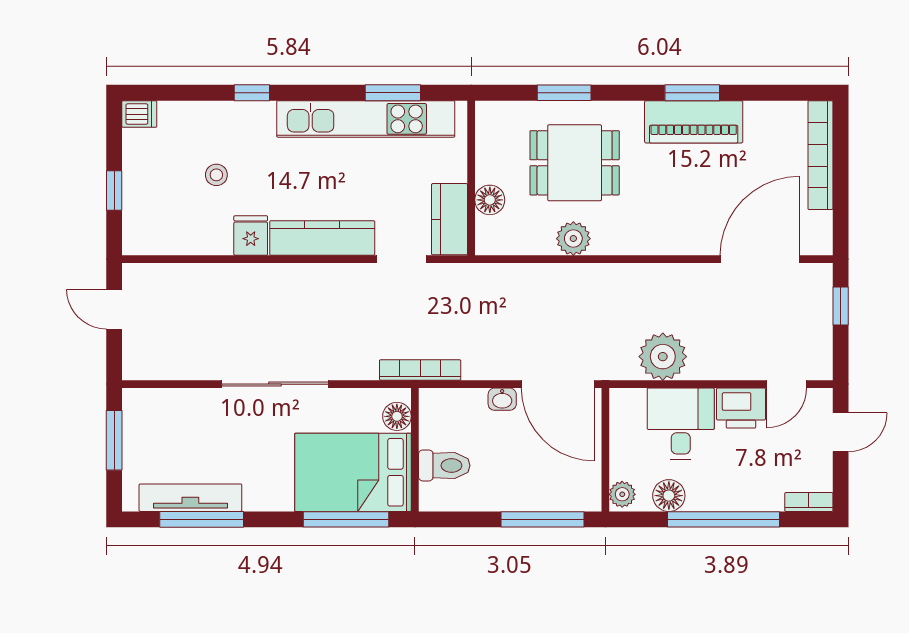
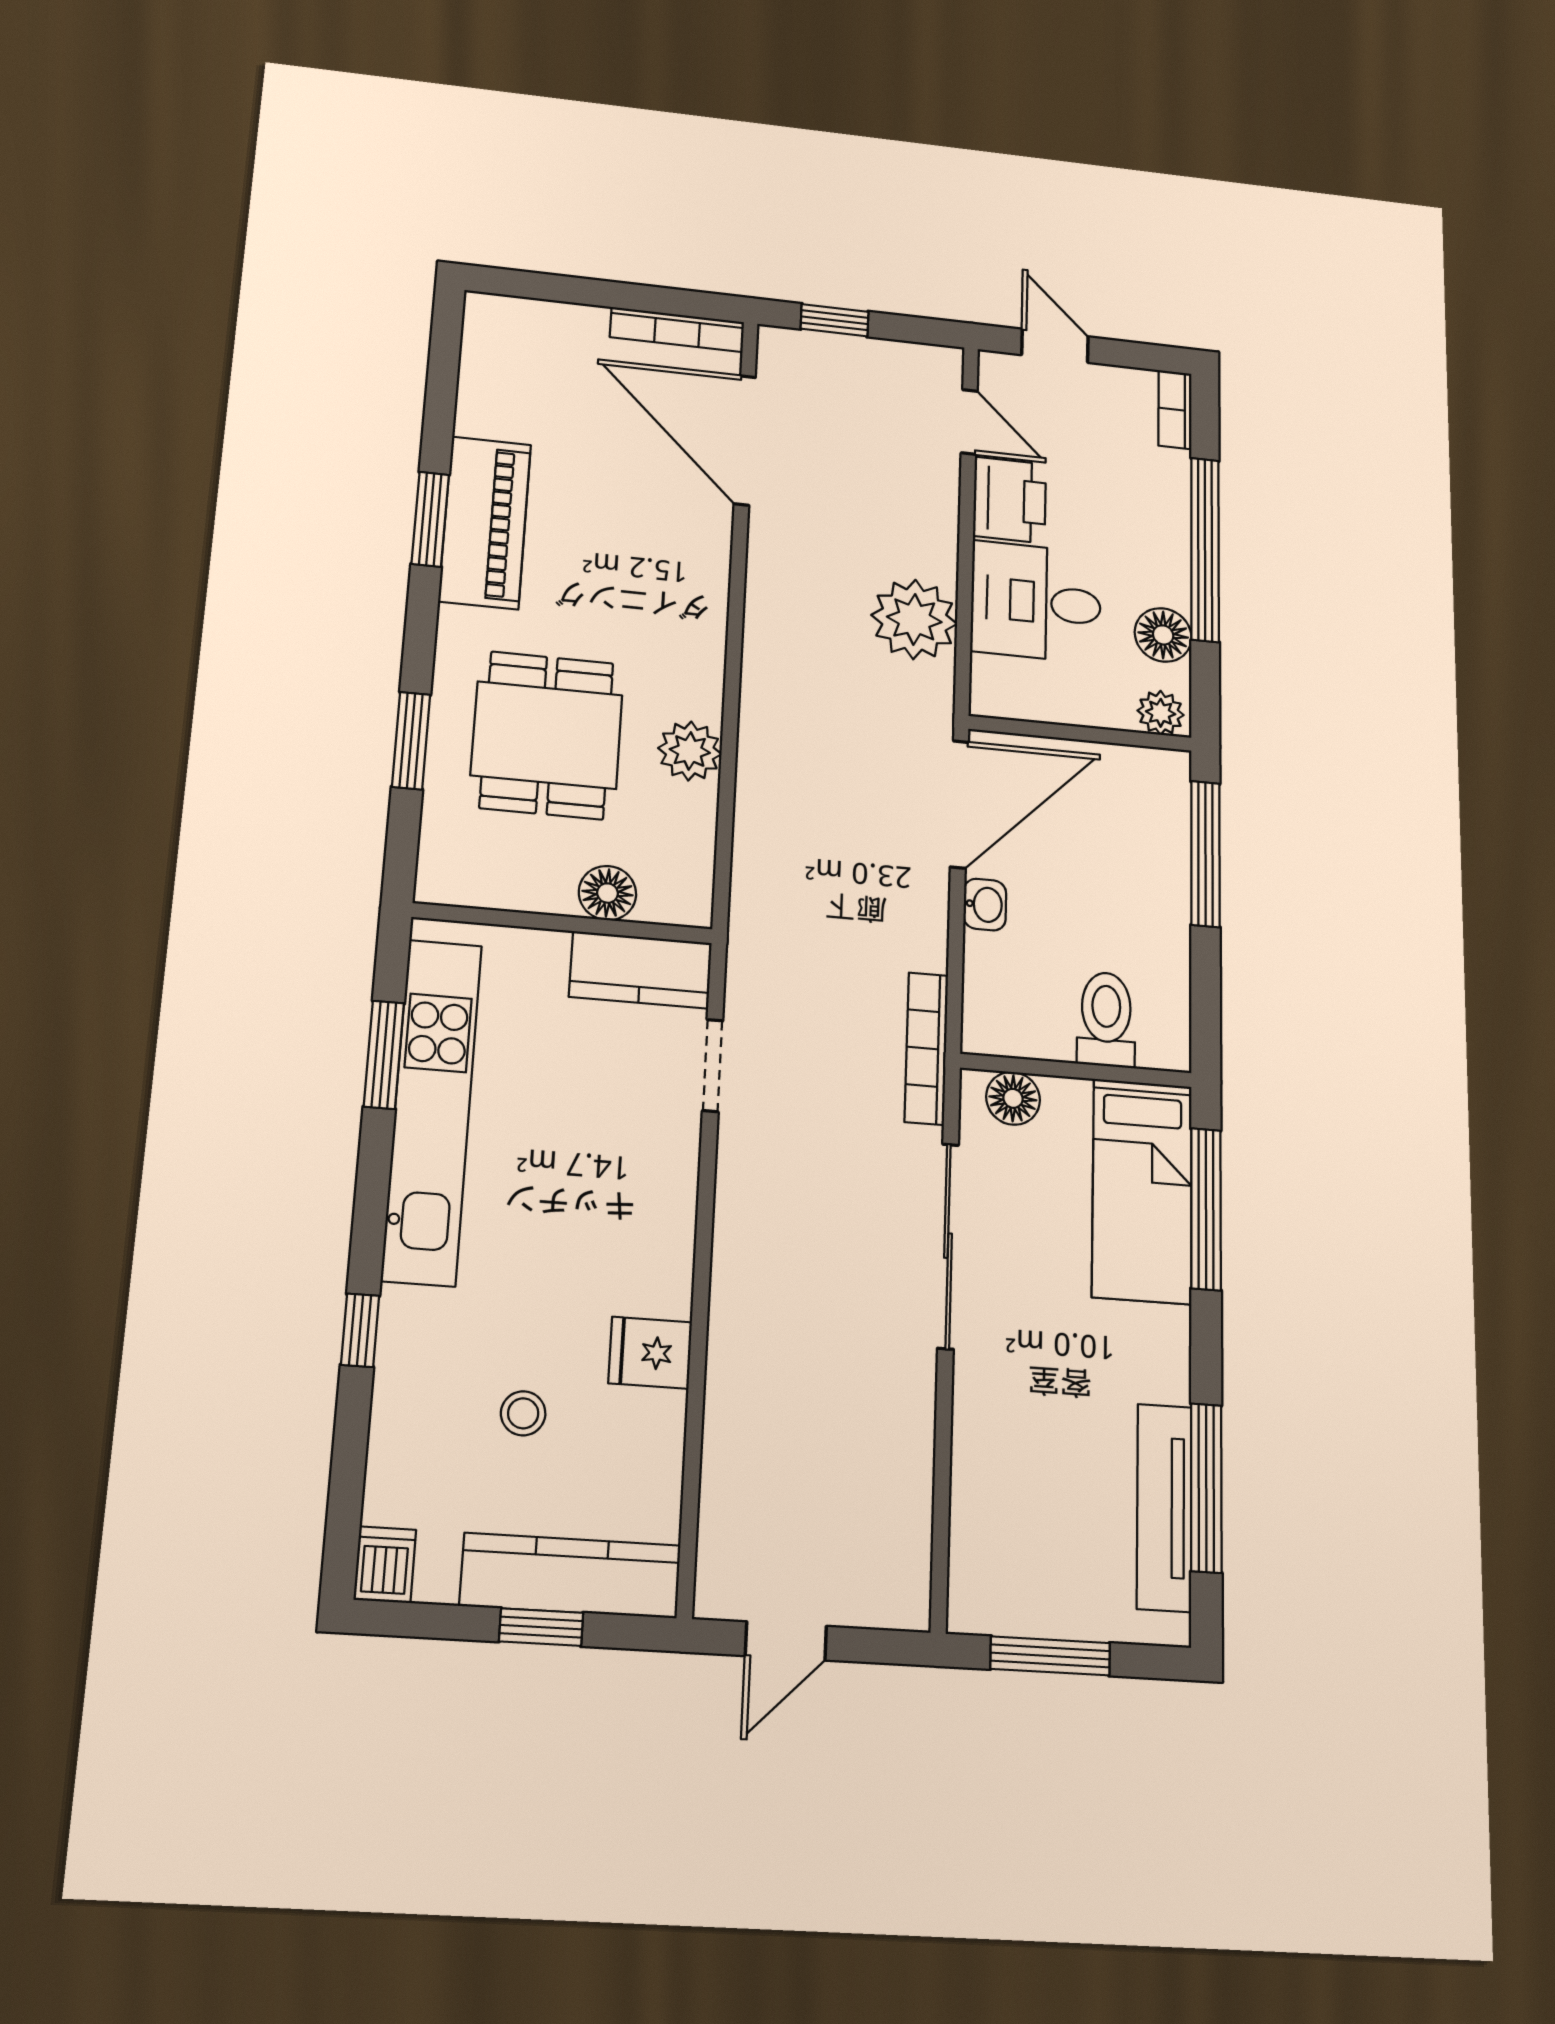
bookcase: (820, 155) -> (677, 330), moved, width x0.68, depth x0.76
kitchen counter: (322, 238) -> (571, 1575), moved, turned 90
sliding door: (275, 384) -> (948, 1246), moved
bed: (353, 472) -> (1142, 1191), width x0.67

